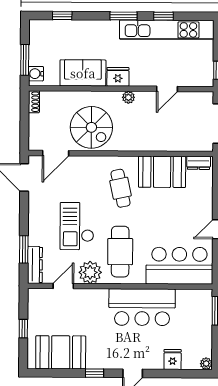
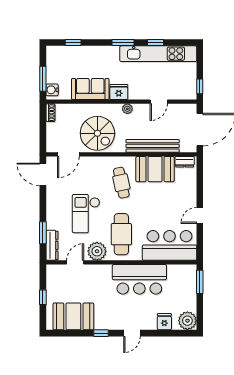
bench: (159, 143) -> (153, 146), added
plant: (206, 364) -> (187, 321), width x1.87, depth x1.87

